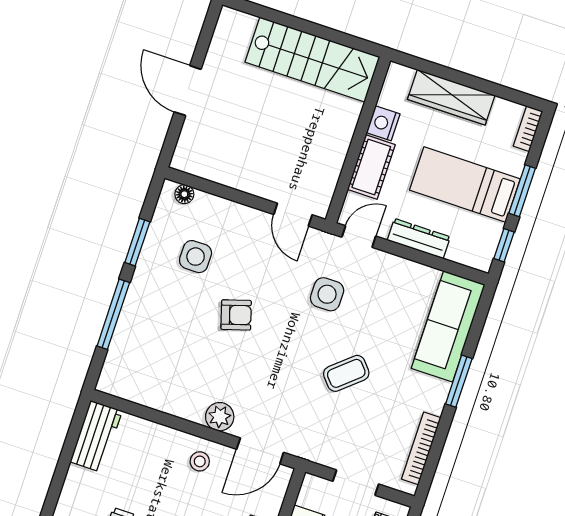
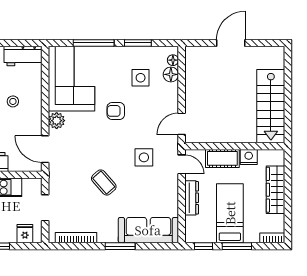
floor lamp: (207, 205) -> (171, 74), added
armchair: (236, 315) -> (116, 111), turned 107
corner sofa: (159, 370) -> (71, 79), added
stool: (200, 461) -> (13, 101), moved

